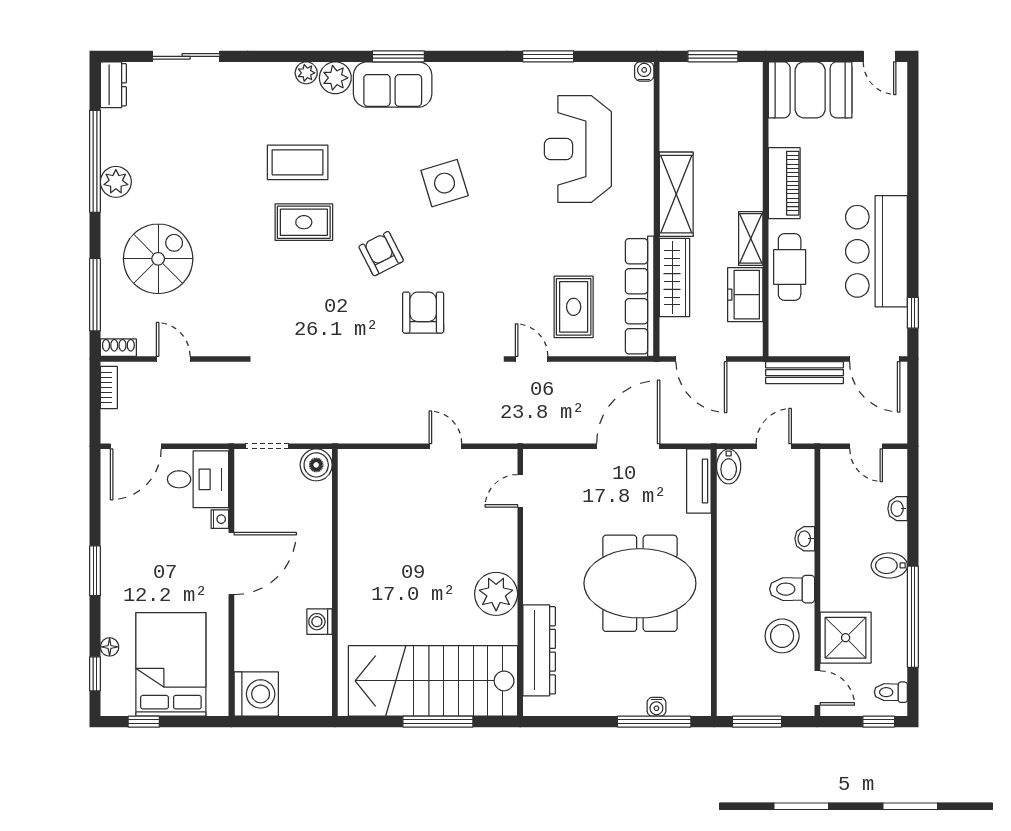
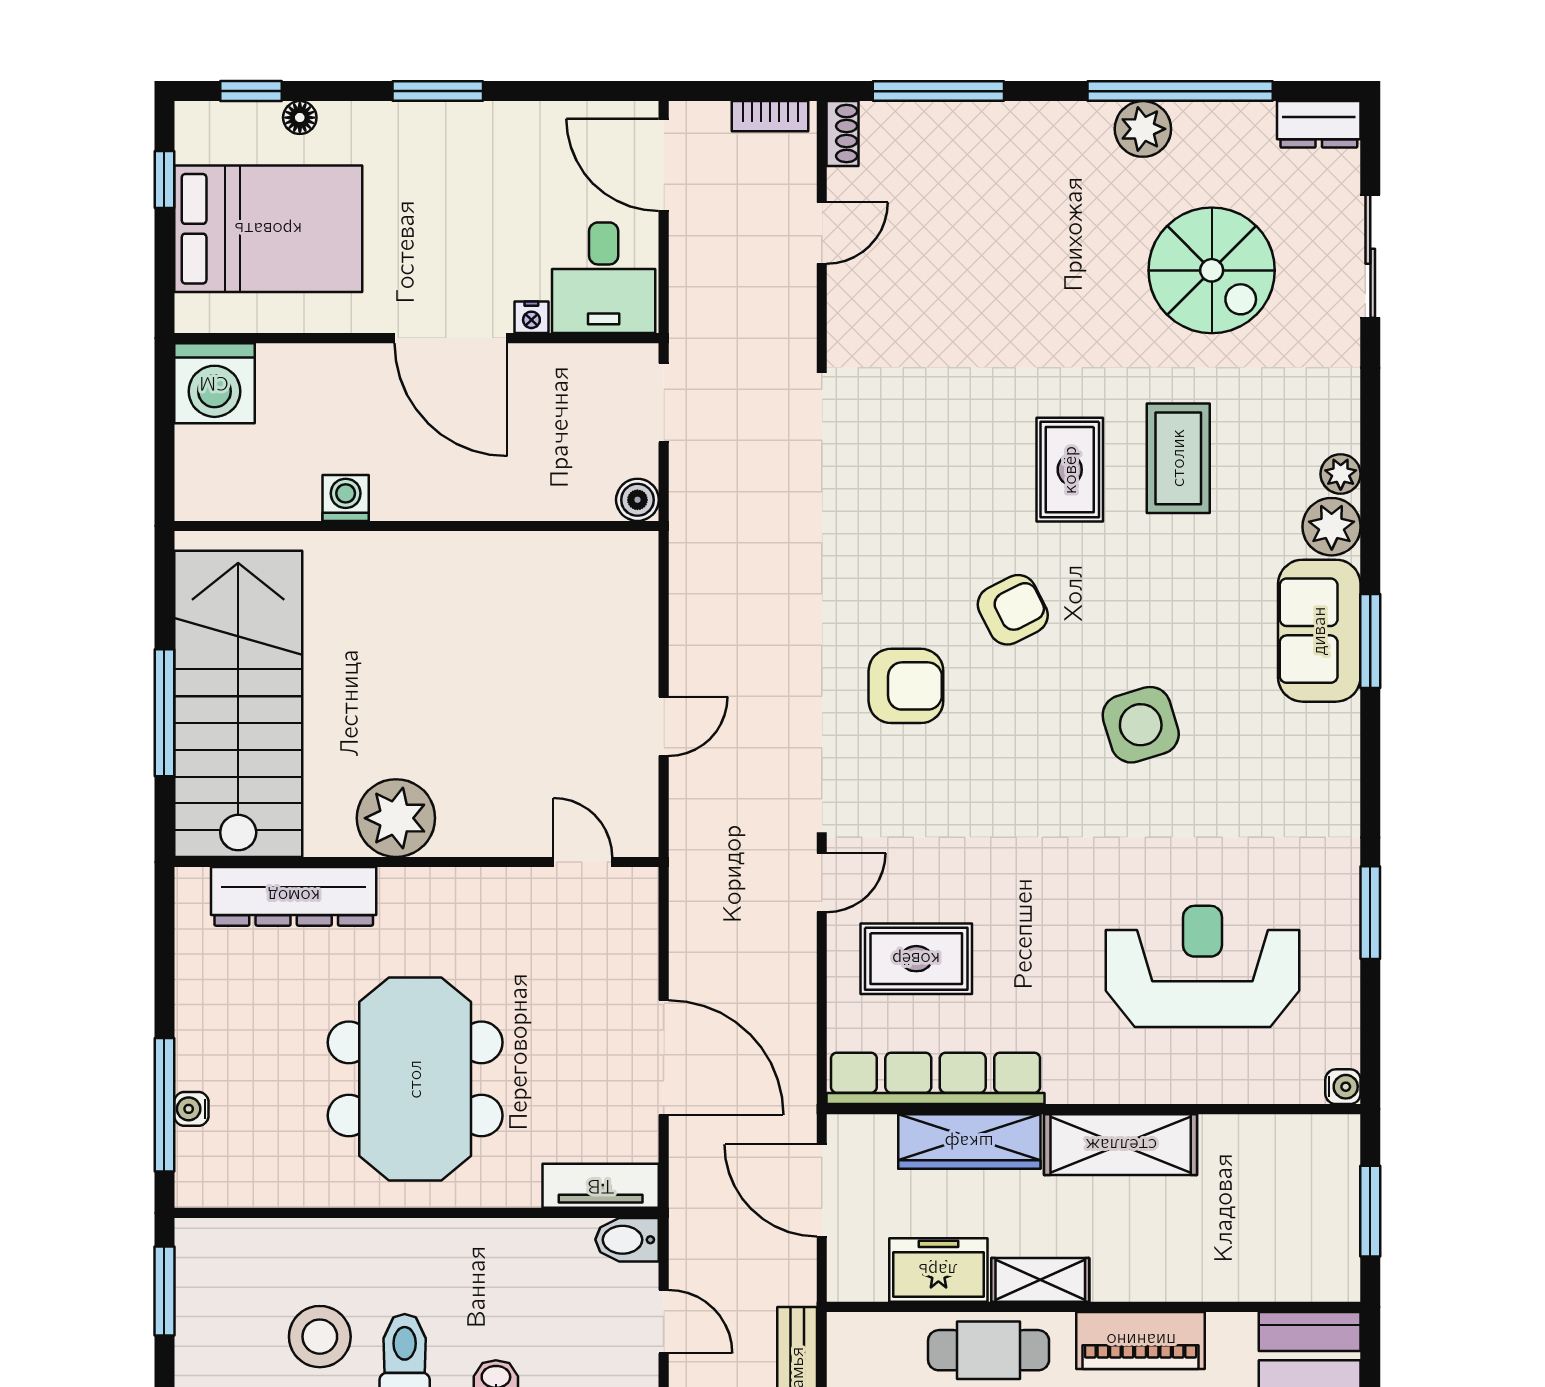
spiral stairs: (158, 259) -> (1212, 270), moved
door: (701, 359) -> (822, 1190), hinge flipped
boiler: (316, 465) -> (637, 500), width x0.73, depth x0.73

